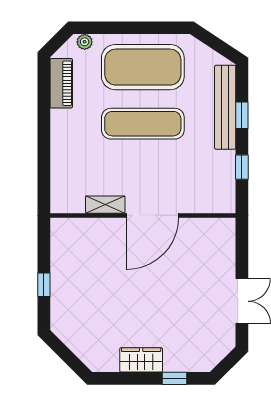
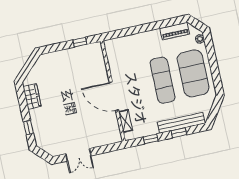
shelving: (105, 205) -> (126, 121), moved
window: (44, 285) -> (80, 42), moved
wardrobe: (141, 360) -> (32, 96), moved

